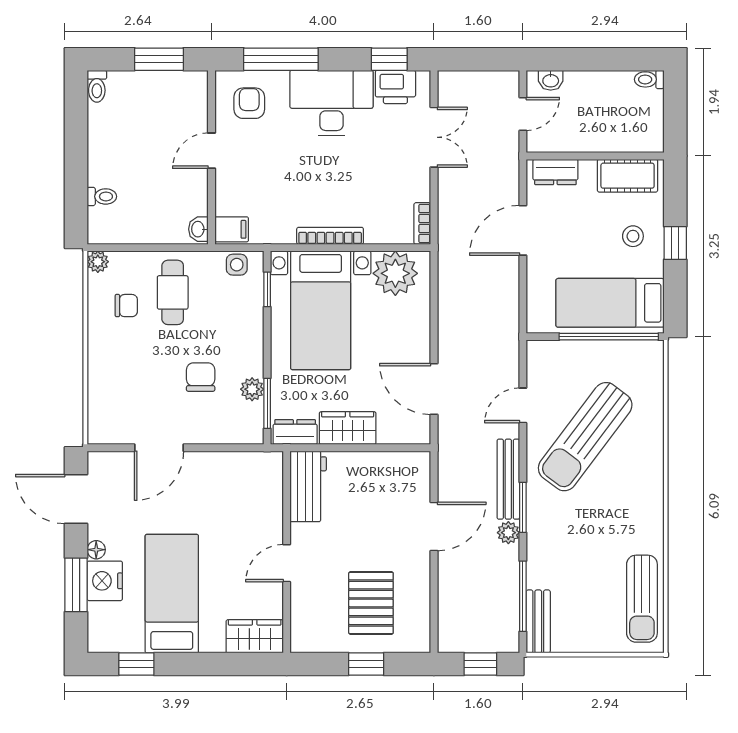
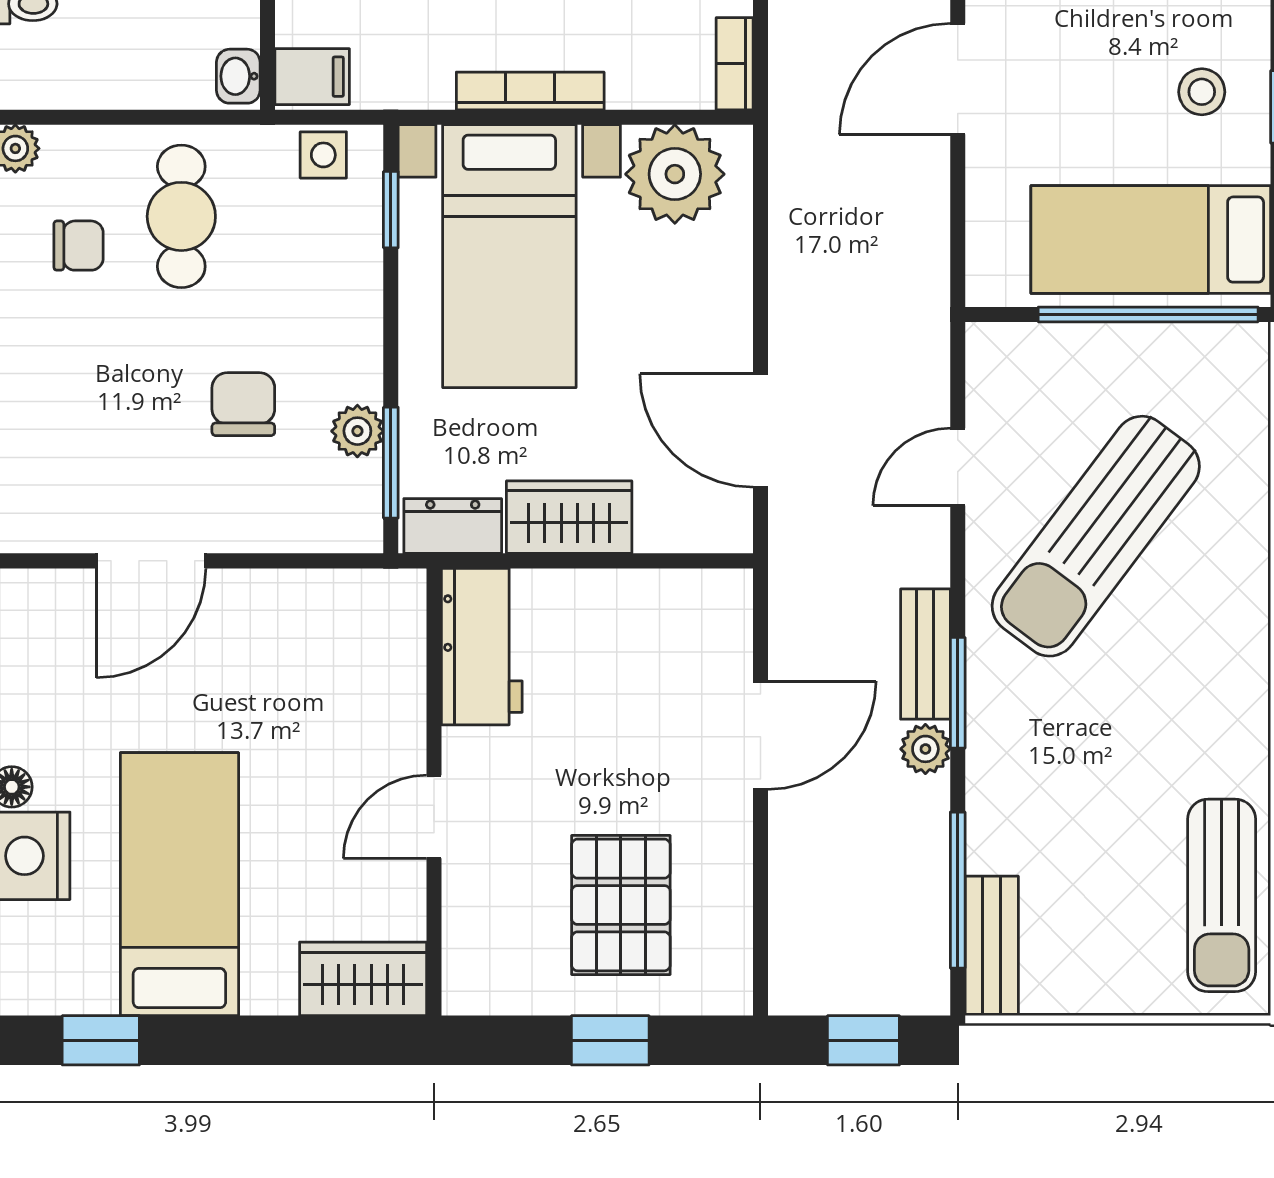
bench: (508, 479) -> (925, 654), width x0.73

